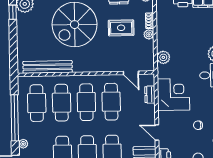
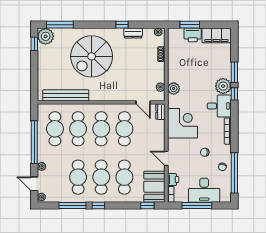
rug: (121, 28) -> (135, 60), removed
plant: (149, 34) -> (160, 87), moved
dresser: (150, 95) -> (160, 112), moved

